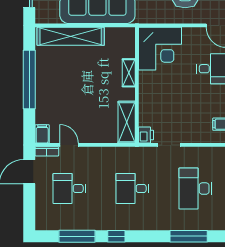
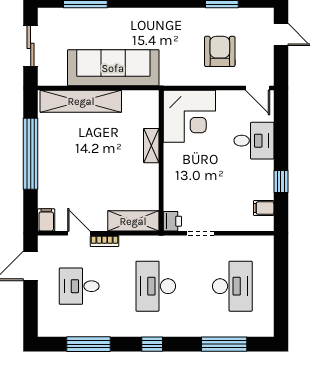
shelving: (127, 122) -> (133, 221), moved, turned 90
bookcase: (47, 151) -> (104, 241), moved
desk: (132, 189) -> (156, 286), width x1.37
desk: (195, 189) -> (232, 286), turned 180
window: (116, 236) -> (152, 344), moved

